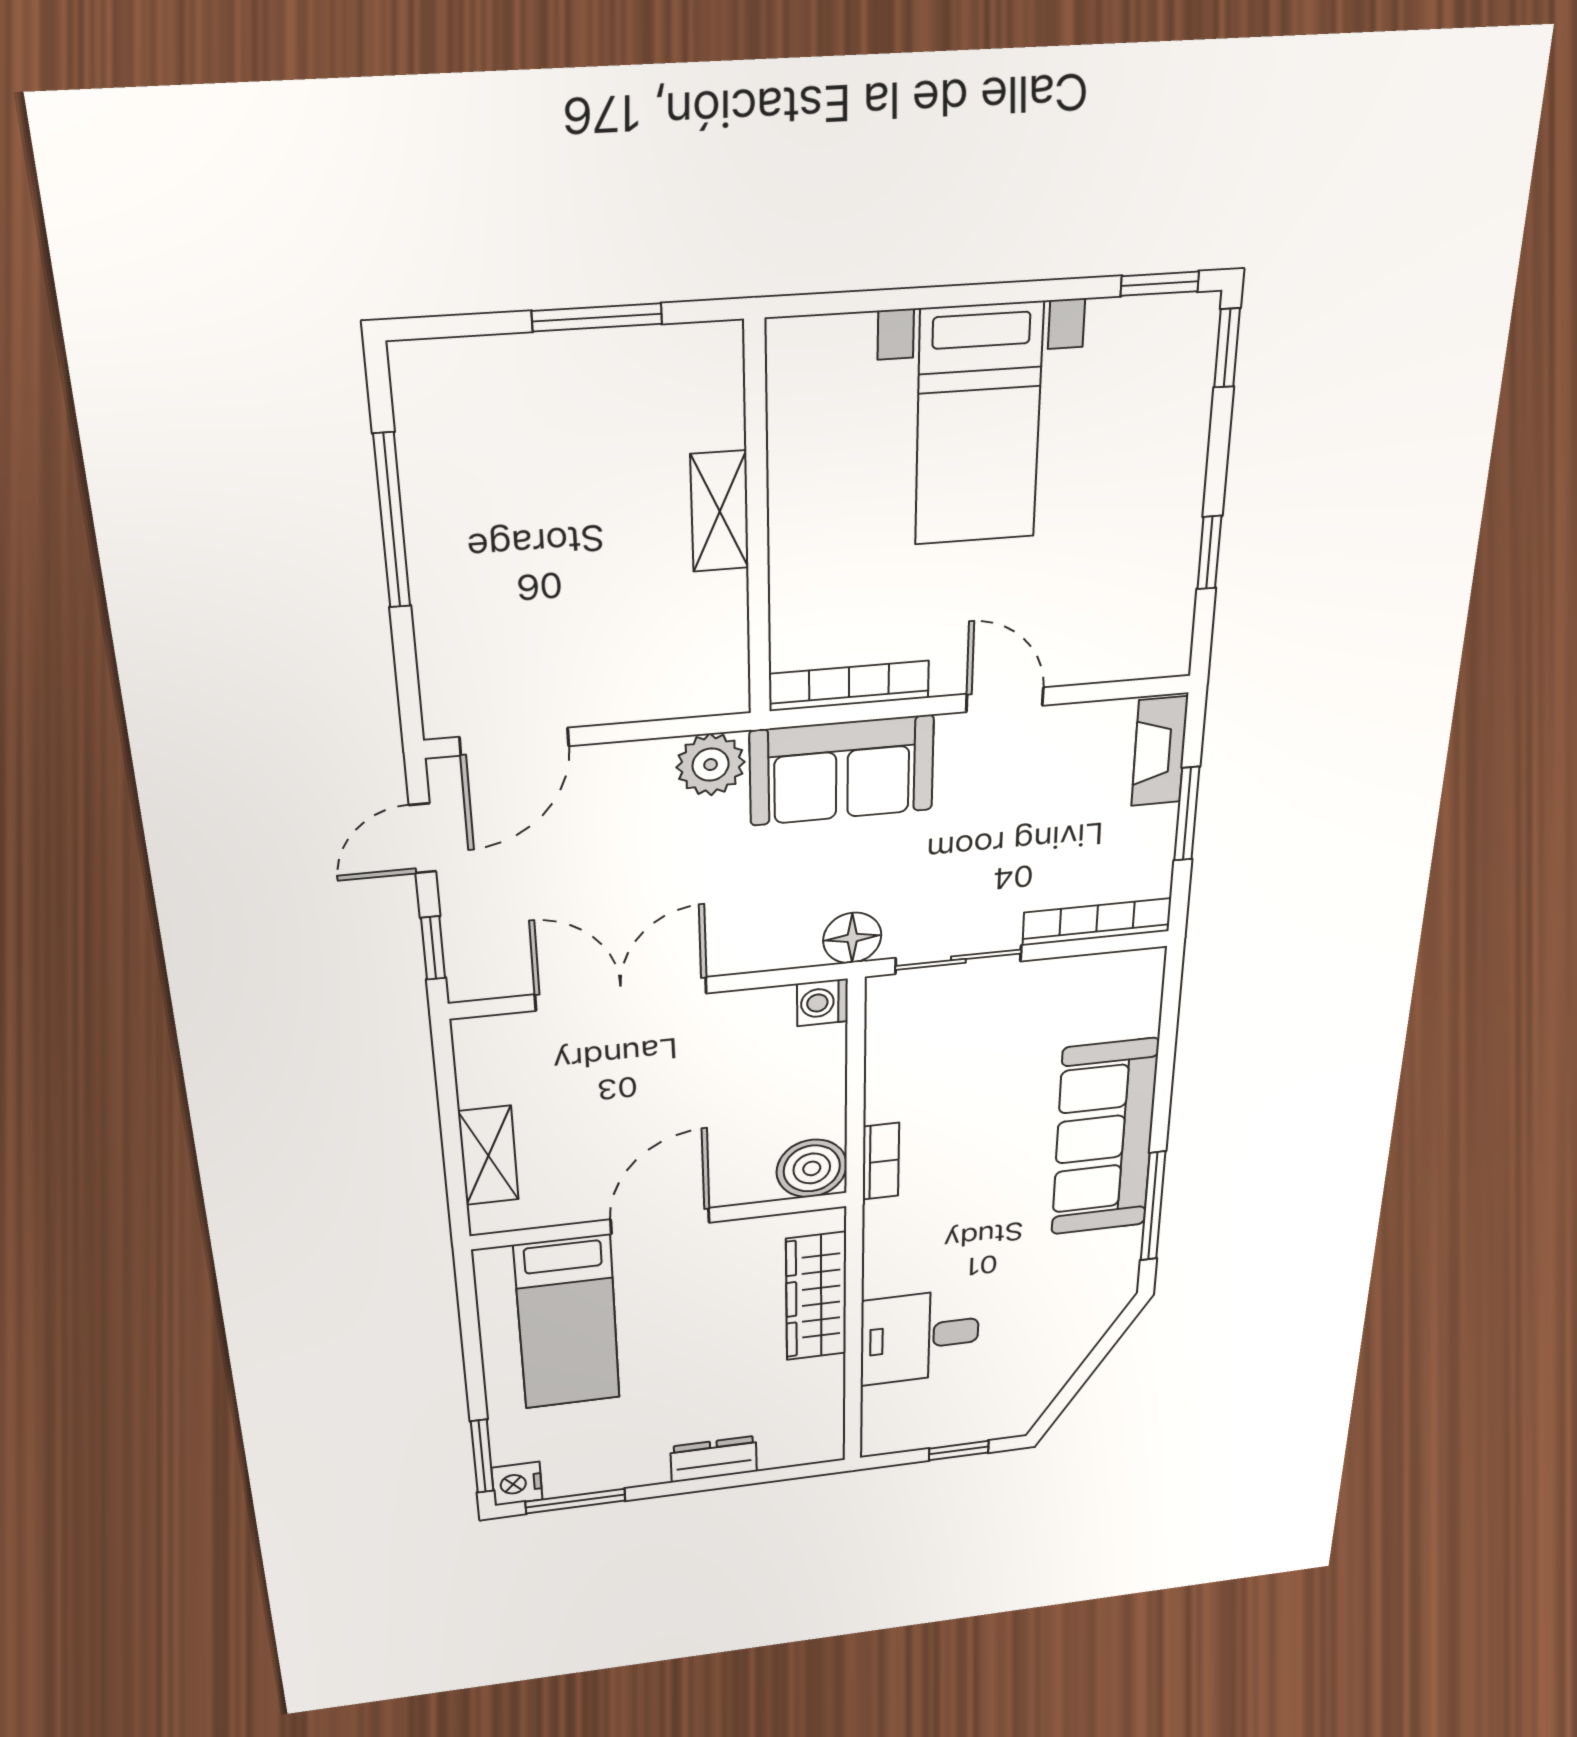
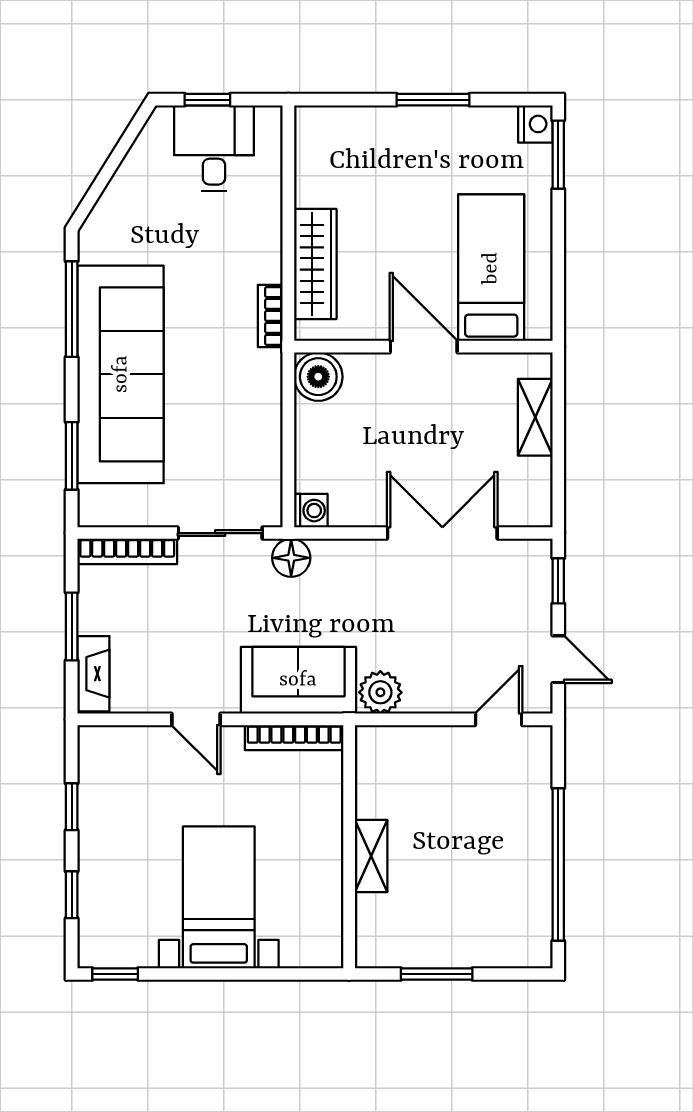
window: (1227, 348) -> (72, 895), moved
window: (392, 521) -> (558, 864), width x1.46
door: (514, 742) -> (499, 719), width x0.73
door: (423, 838) -> (558, 659), hinge flipped
double door: (621, 994) -> (442, 533), swing flipped
window: (1168, 1034) -> (72, 456), added
sofa: (1104, 1138) -> (121, 374), width x1.36, depth x1.27
bookcase: (881, 1161) -> (270, 316), moved
door: (660, 1221) -> (424, 347), swing flipped
desk: (920, 1337) -> (214, 148), moved, turned -90
dresser: (714, 1459) -> (392, 123), removed
window: (575, 1501) -> (433, 100), moved

